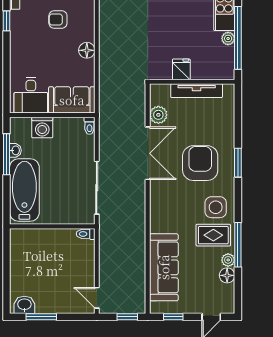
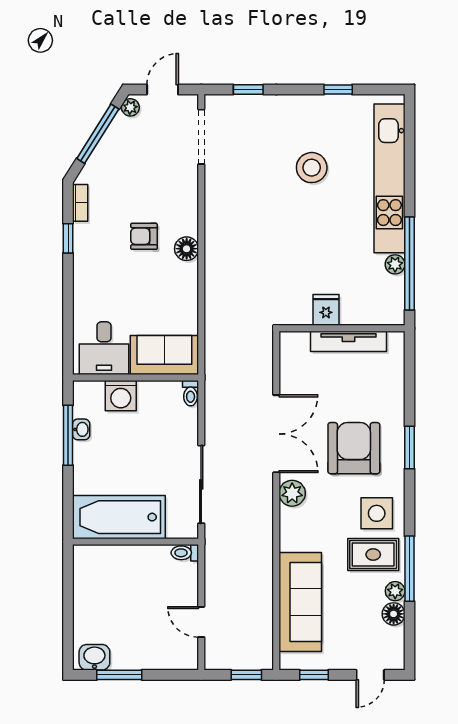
floor lamp: (87, 50) -> (187, 249), moved
plant: (158, 115) -> (292, 493), moved
bathtub: (24, 190) -> (119, 517), moved, turned -90
door: (97, 298) -> (201, 622), moved

